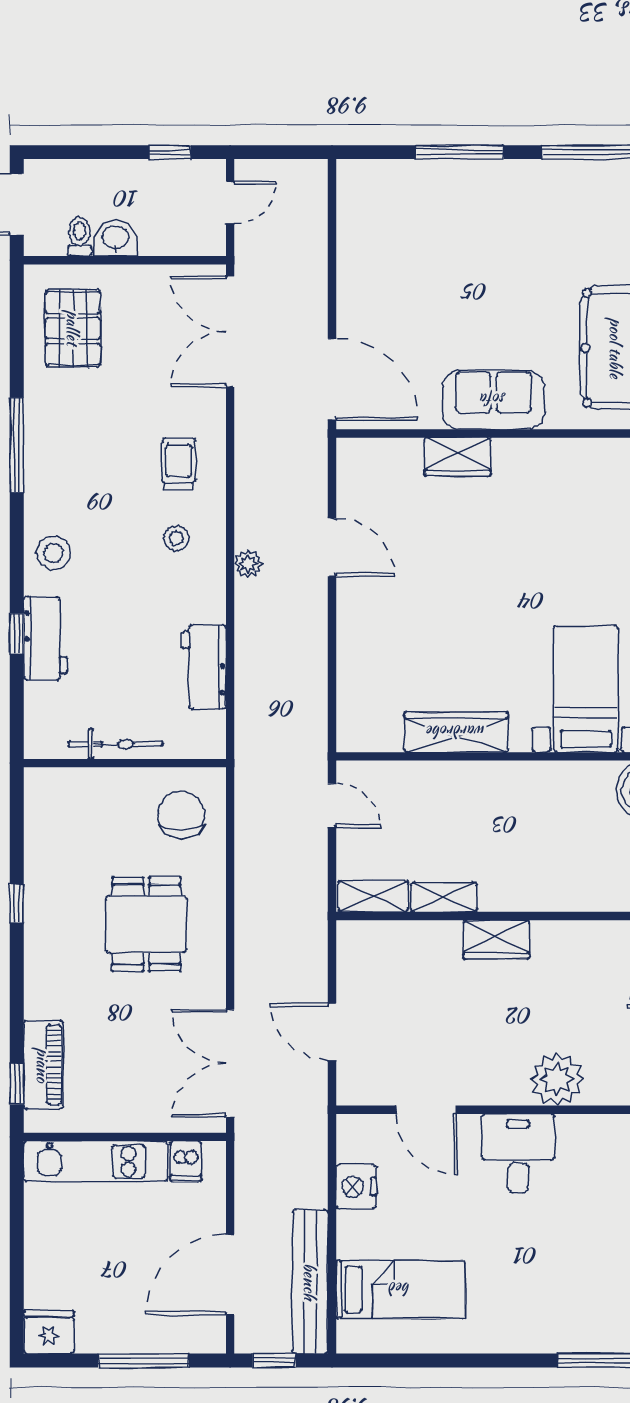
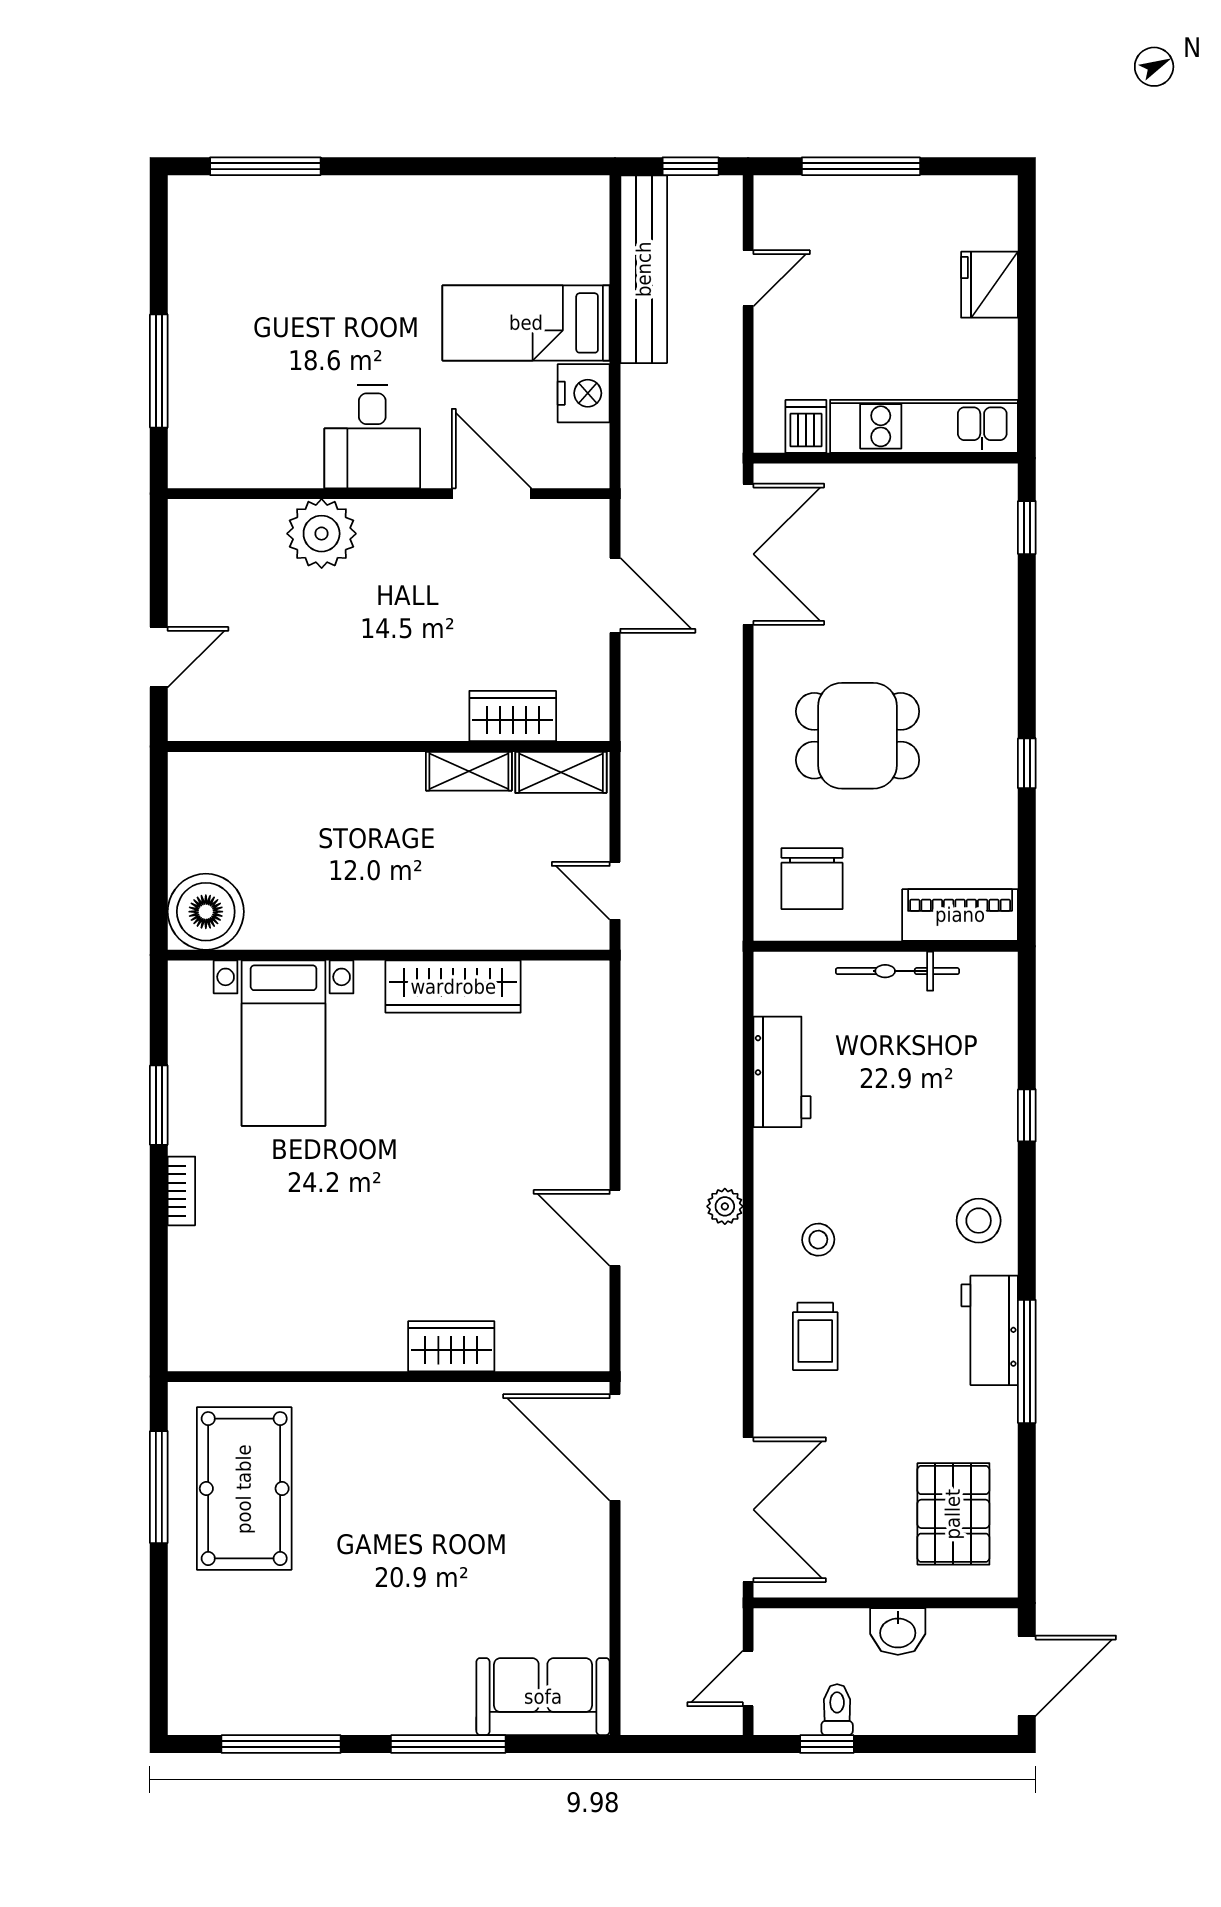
toilet: (80, 237) -> (837, 1710), moved, turned 180
sofa: (493, 400) -> (543, 1697), moved, turned 180
workbench: (45, 638) -> (990, 1330), moved
dining table: (146, 924) -> (858, 736), turned 90
wardrobe: (496, 939) -> (513, 716), moved
piano: (43, 1065) -> (960, 915), moved, turned 90
door: (230, 1275) -> (748, 278), width x0.53
bed: (400, 1289) -> (526, 323), moved
fridge: (49, 1332) -> (989, 285), moved, turned 90

